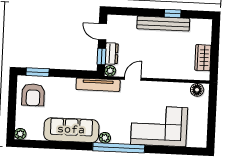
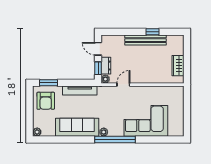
tv unit: (98, 85) -> (80, 91), moved
floor lamp: (197, 90) -> (174, 91), removed

